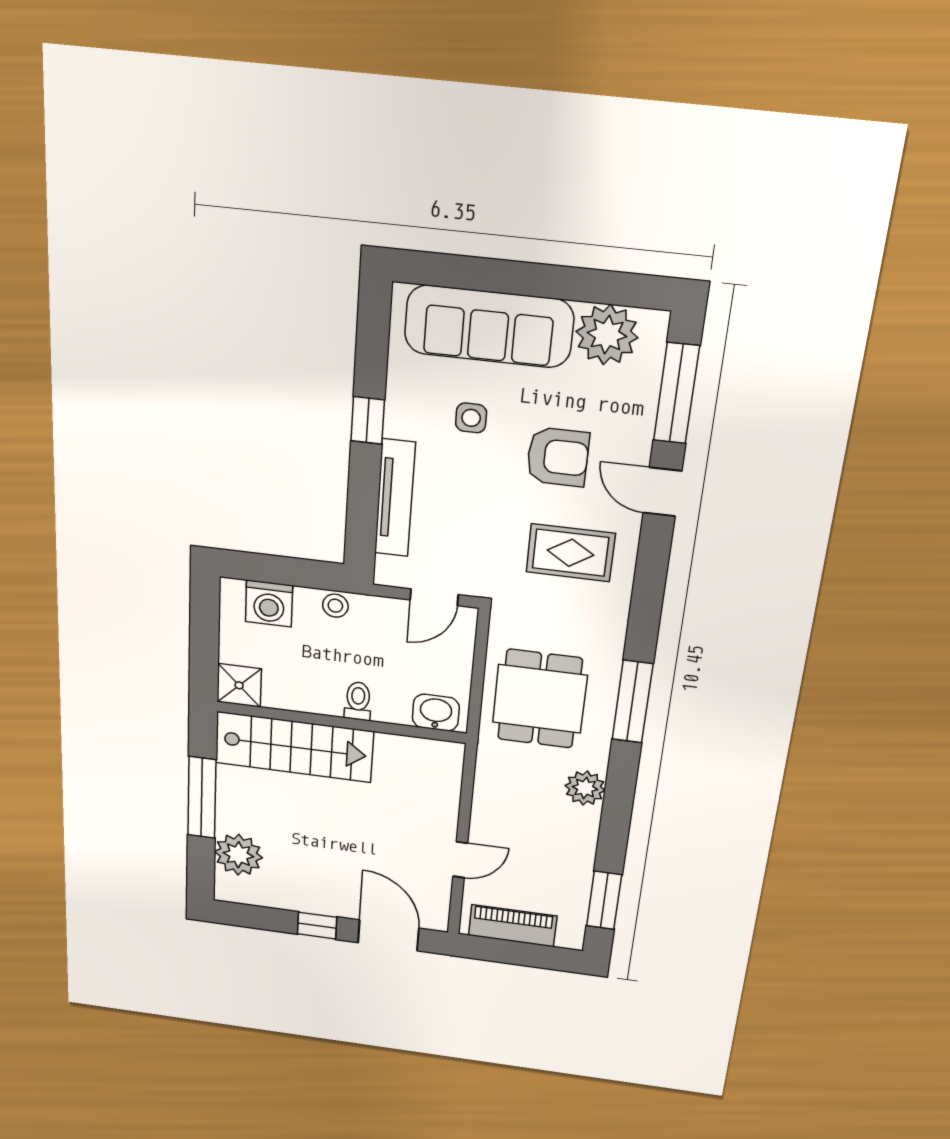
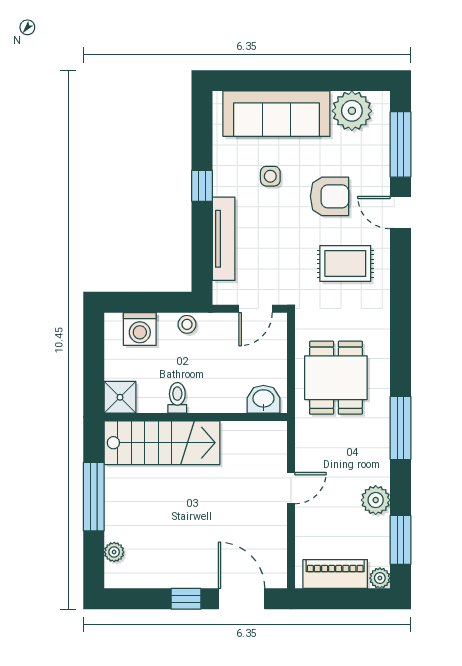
toilet: (358, 701) -> (177, 398), moved
window: (632, 702) -> (401, 428), moved
plant: (585, 788) -> (376, 500), moved
plant: (238, 855) -> (114, 552), width x0.53, depth x0.53
door: (460, 860) -> (291, 488), moved
plant: (571, 938) -> (380, 578), added

